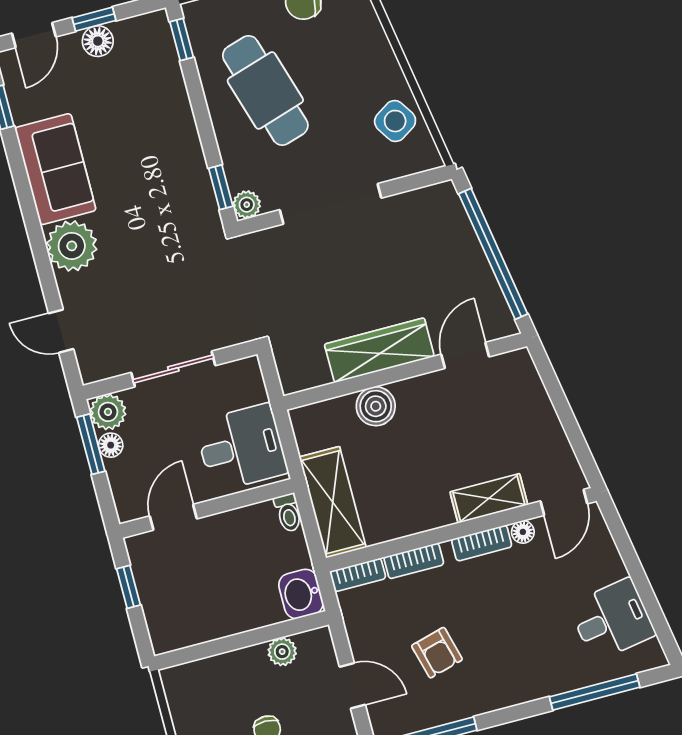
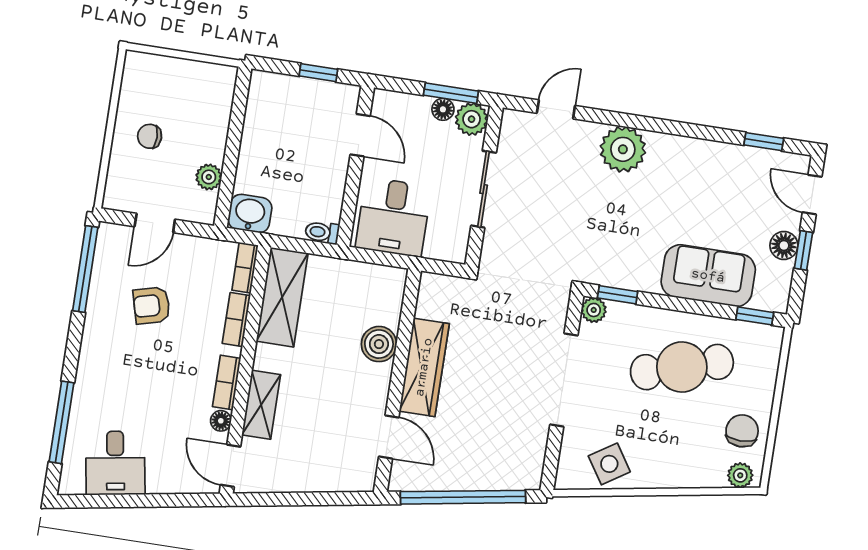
sofa: (55, 169) -> (708, 276), moved, turned 180
shelving: (333, 502) -> (282, 297), moved, turned 90

